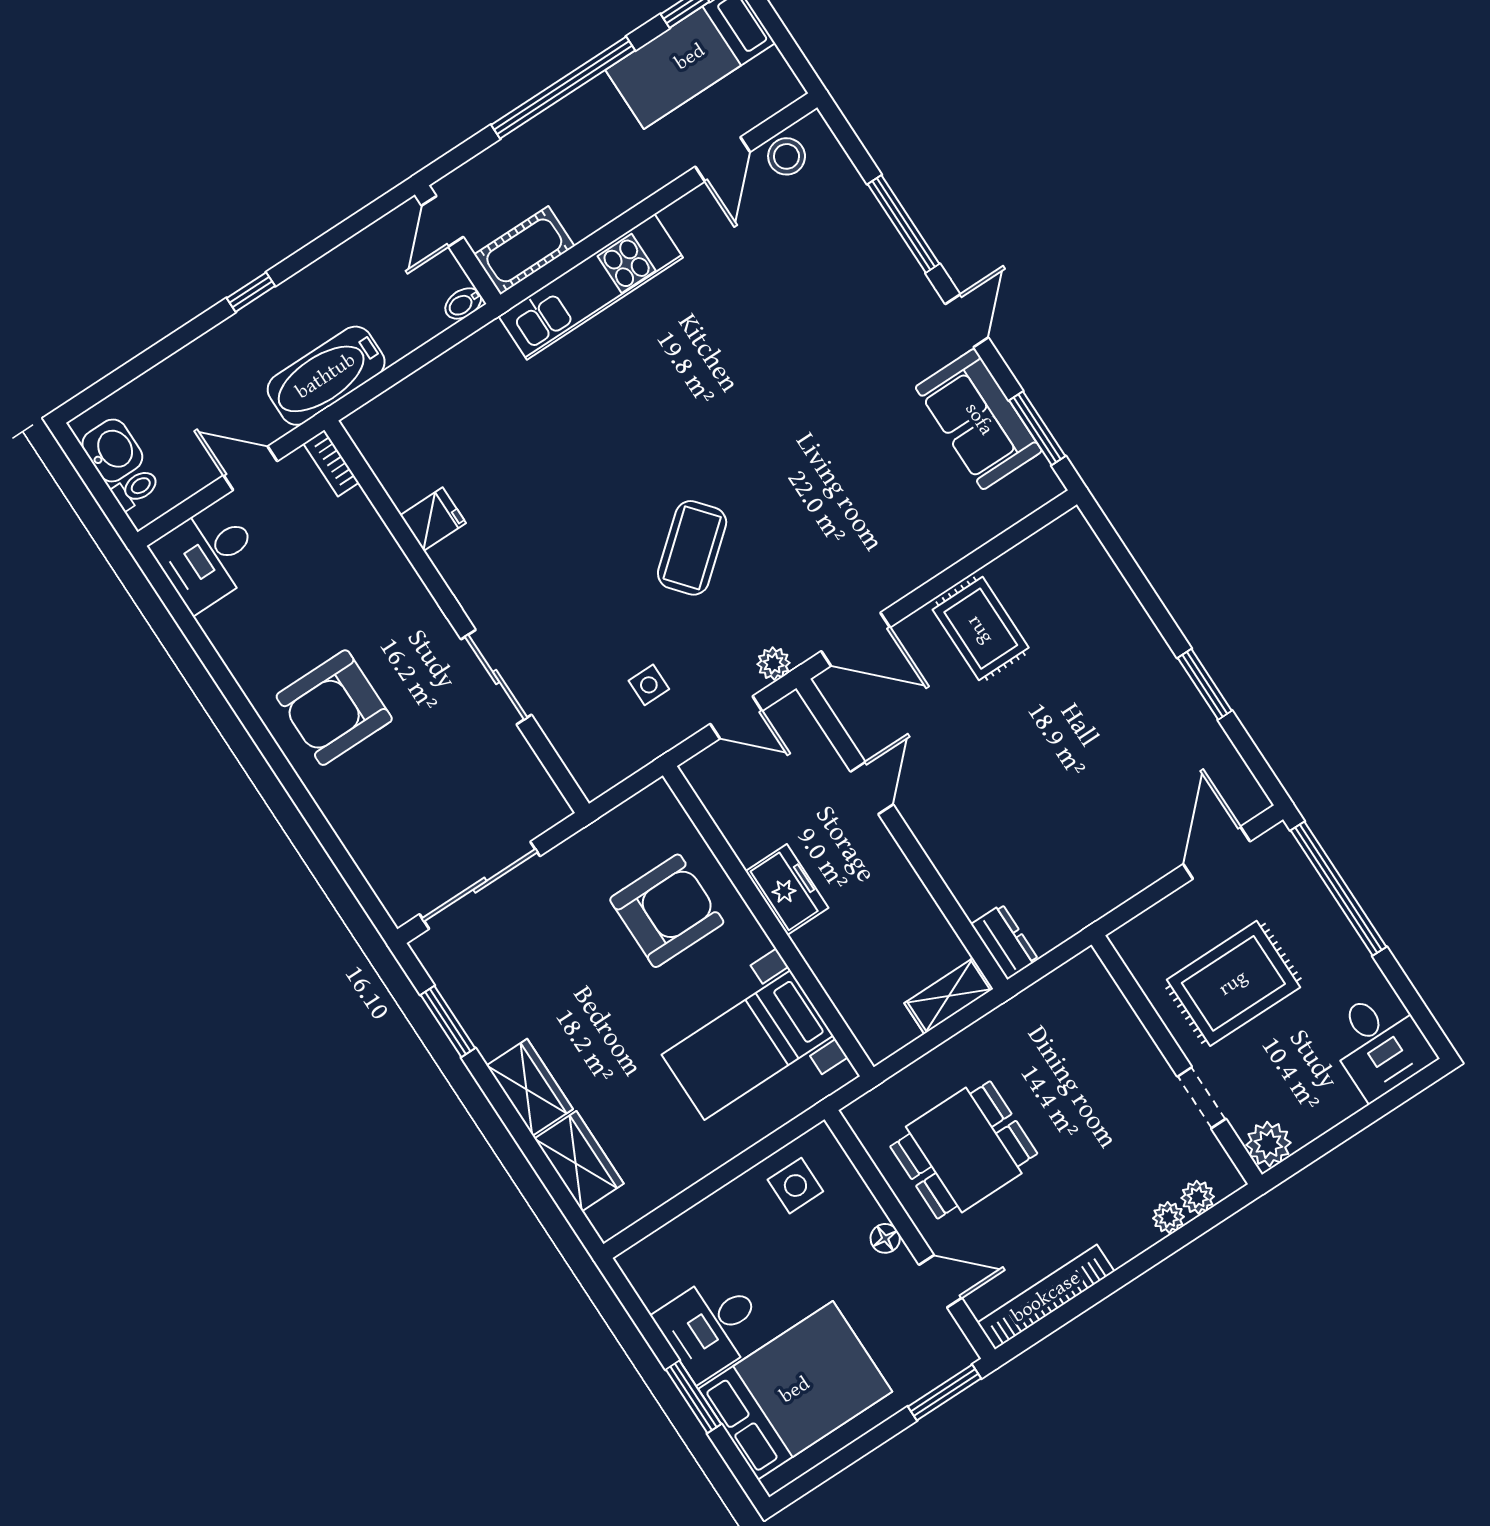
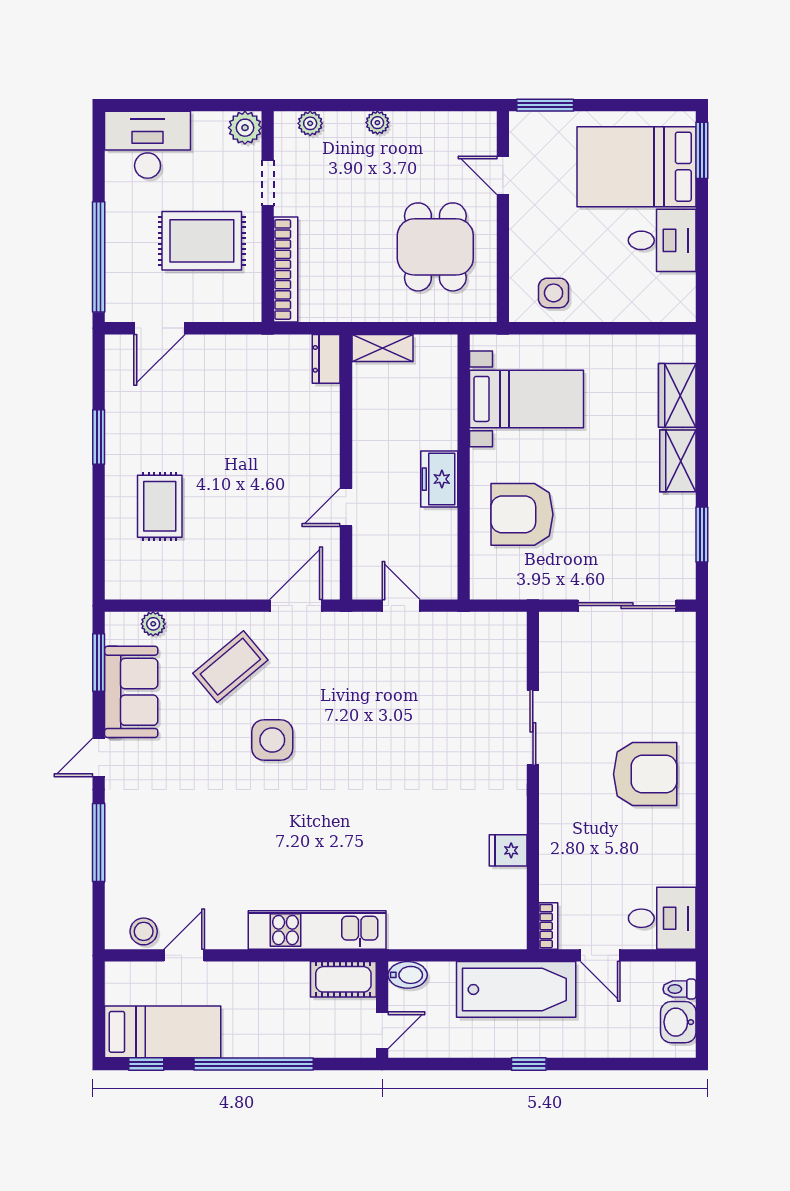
bidet: (463, 304) -> (408, 975), width x1.38, depth x1.36
bathtub: (326, 376) -> (516, 989), width x1.36, depth x1.36
coffee table: (692, 548) -> (230, 667), moved
rug: (981, 629) -> (160, 506), moved
door: (856, 639) -> (296, 606), hinge flipped
plant: (774, 664) -> (153, 624), moved
side table: (649, 685) -> (272, 740), moved, width x1.87, depth x1.87
desk: (1380, 1044) -> (148, 145), width x1.37
dining table: (964, 1150) -> (435, 247), turned 90
plant: (1168, 1218) -> (377, 123), moved
floor lamp: (885, 1238) -> (520, 224), removed
bookcase: (1046, 1297) -> (286, 270), moved, turned -90
window: (693, 1397) -> (702, 150), moved

